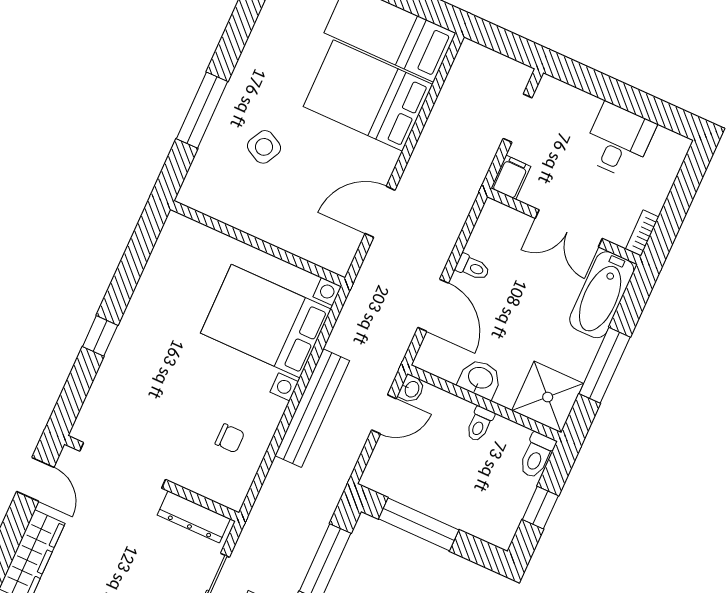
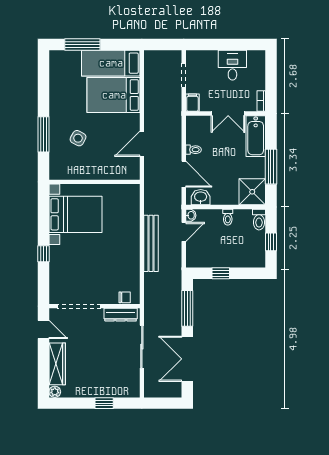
bed with nightstands: (266, 321) -> (75, 214), moved, turned 180
washbasin: (480, 379) -> (201, 197), moved
chair: (230, 438) -> (125, 297), moved
window: (419, 524) -> (221, 273), width x0.46

